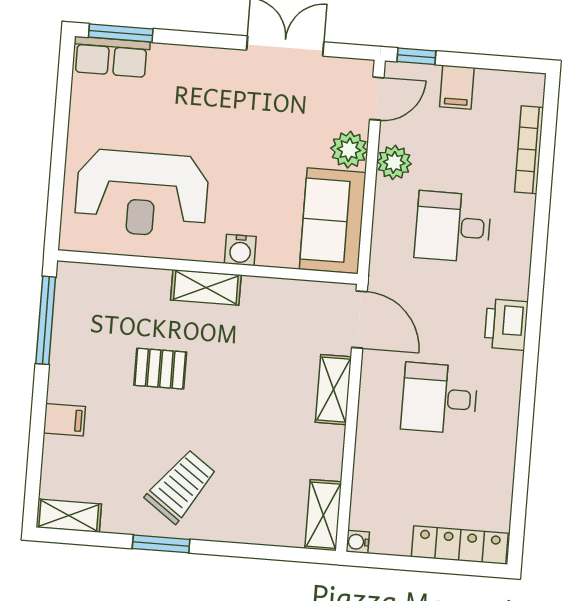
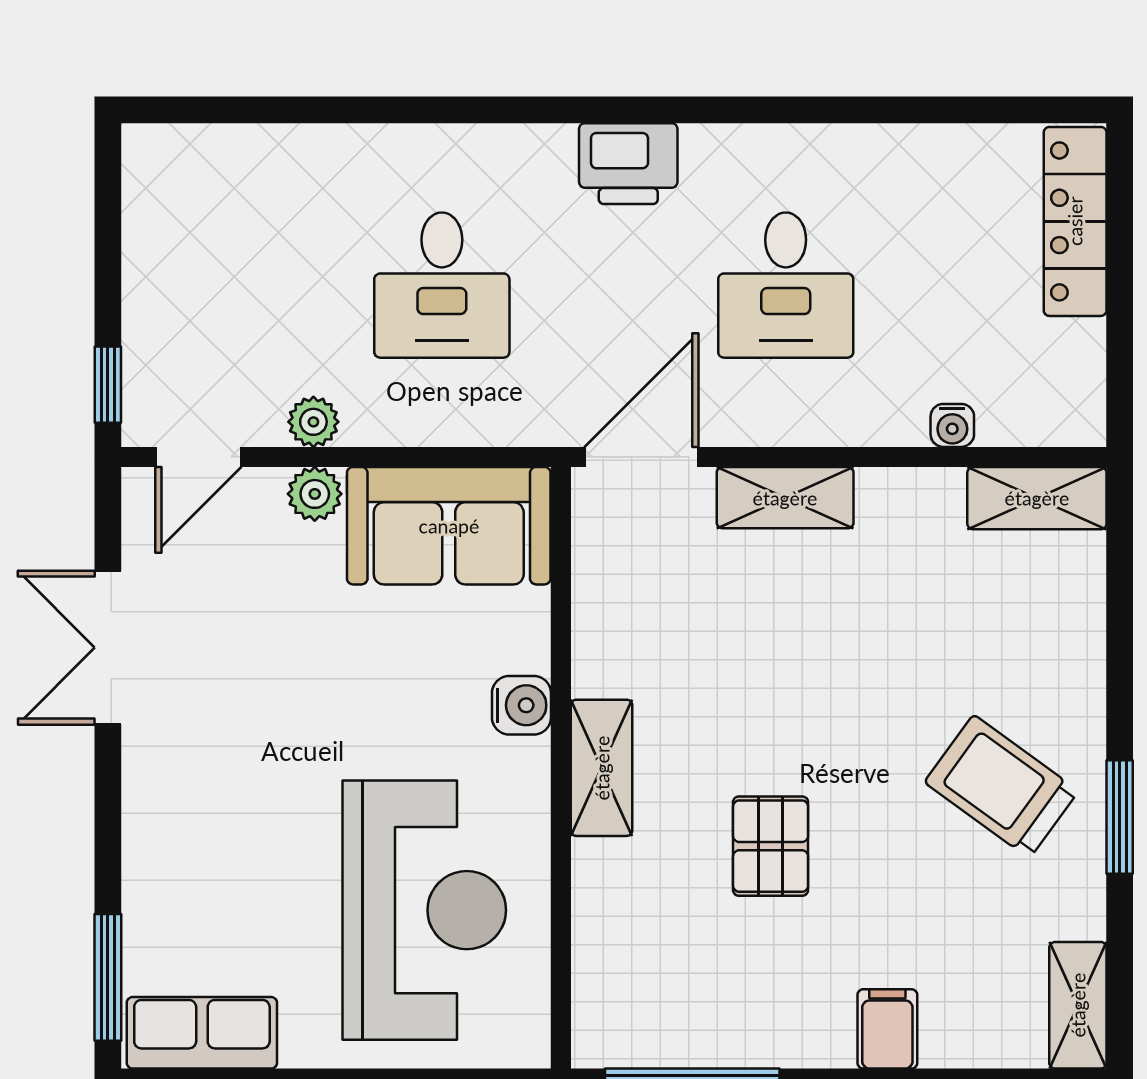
row of seats: (111, 57) -> (202, 1033), moved, turned -90
filing cabinet: (457, 87) -> (163, 299), removed
door: (377, 99) -> (198, 457), swing flipped
plant: (349, 150) -> (315, 494), width x0.73, depth x0.73
bookcase: (529, 150) -> (276, 145), removed
plant: (394, 162) -> (313, 422), width x0.73, depth x0.73
water cooler: (358, 542) -> (952, 425), moved

